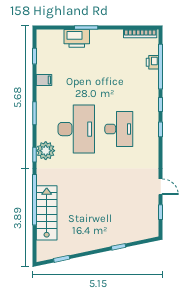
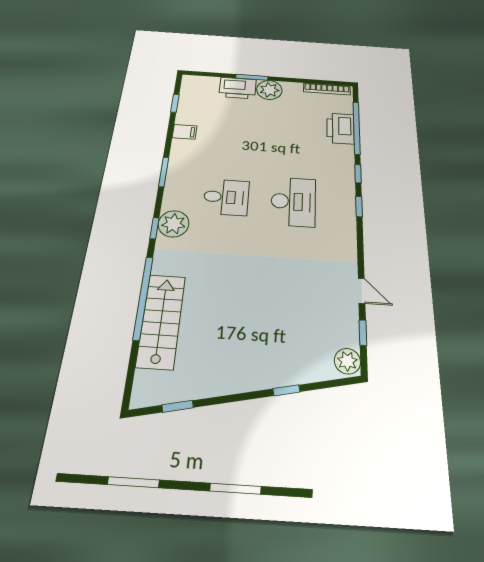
plant: (99, 38) -> (269, 90), added
printer: (152, 62) -> (341, 128), width x1.87, depth x1.48
desk: (76, 129) -> (226, 197), width x0.53, depth x0.77
plant: (152, 229) -> (347, 361), added

